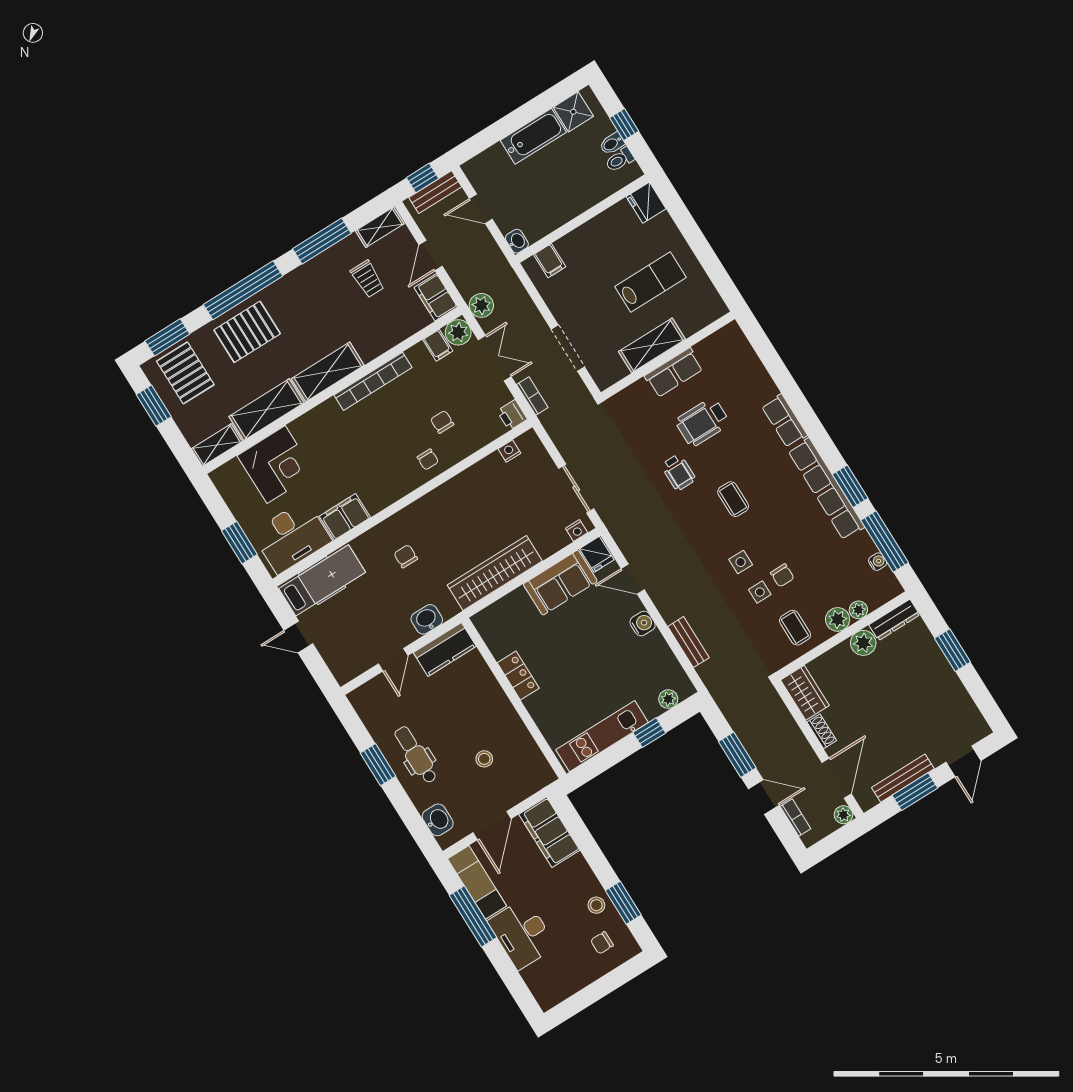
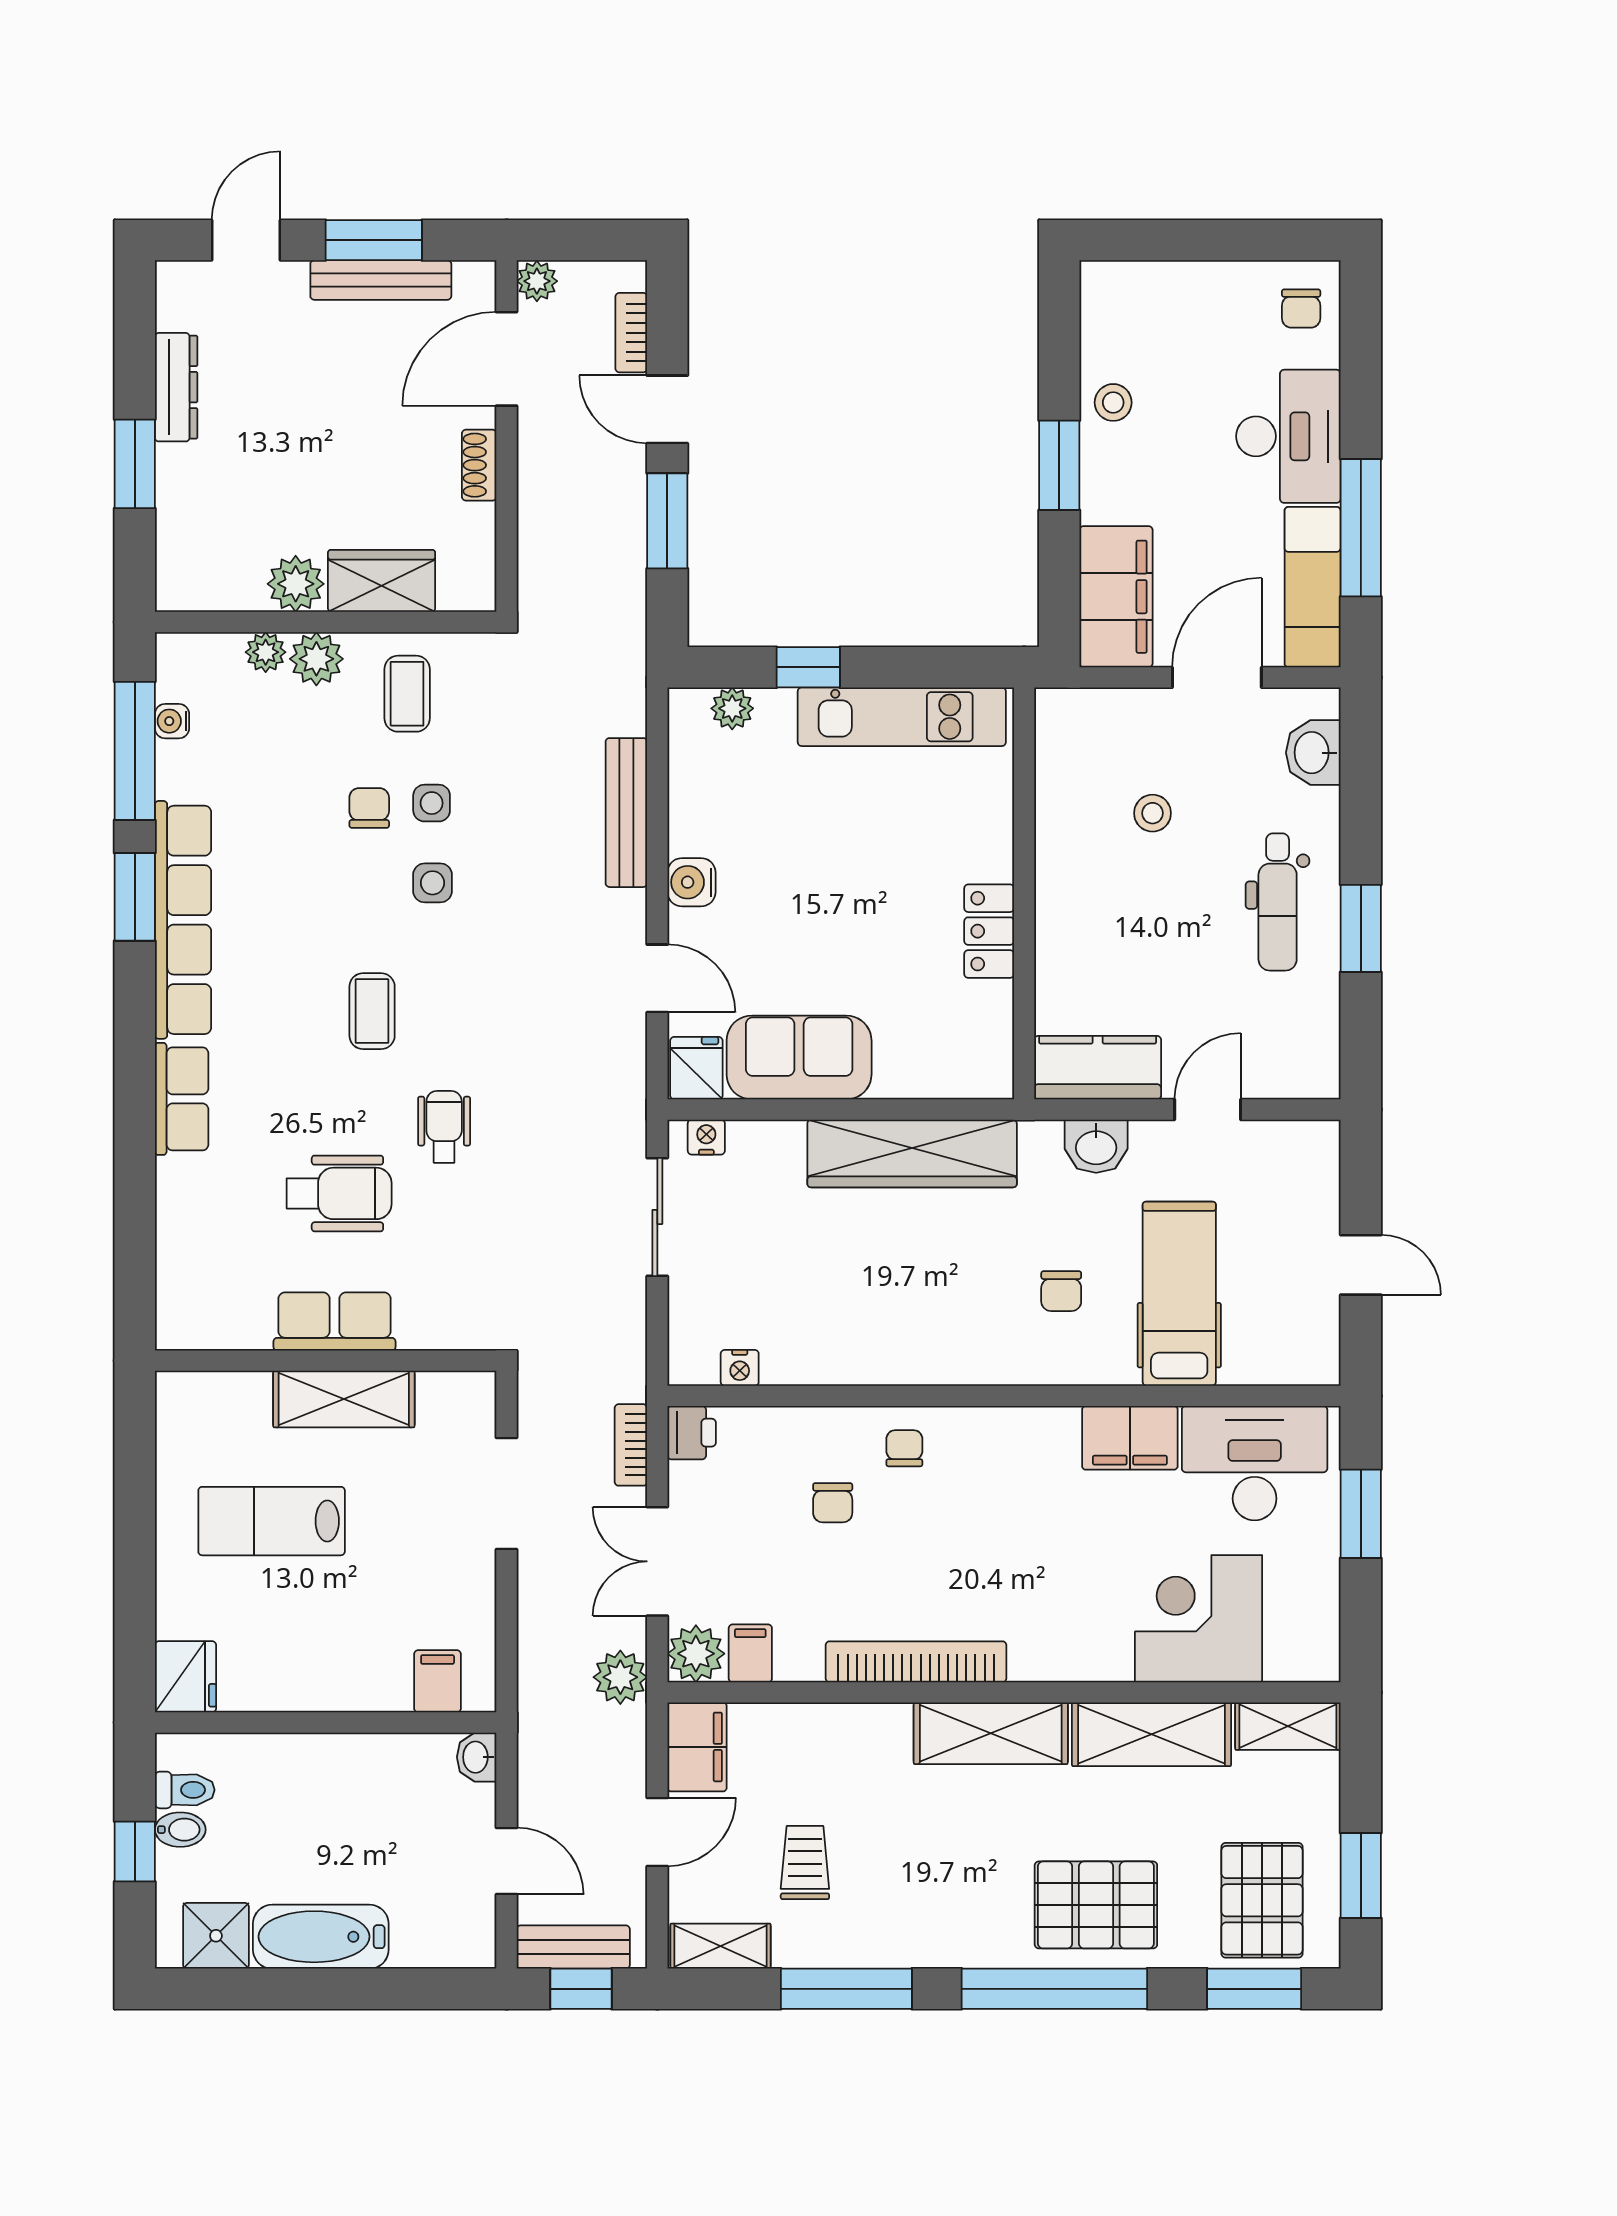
hospital bed: (322, 580) -> (1179, 1294), moved, turned 90
dresser: (894, 620) -> (176, 387), moved, turned 90
bench: (688, 642) -> (626, 813), width x1.36
wardrobe: (805, 693) -> (382, 581), moved, turned 90
window: (623, 903) -> (1059, 465), moved
chair: (602, 943) -> (1301, 308), moved, turned 90

